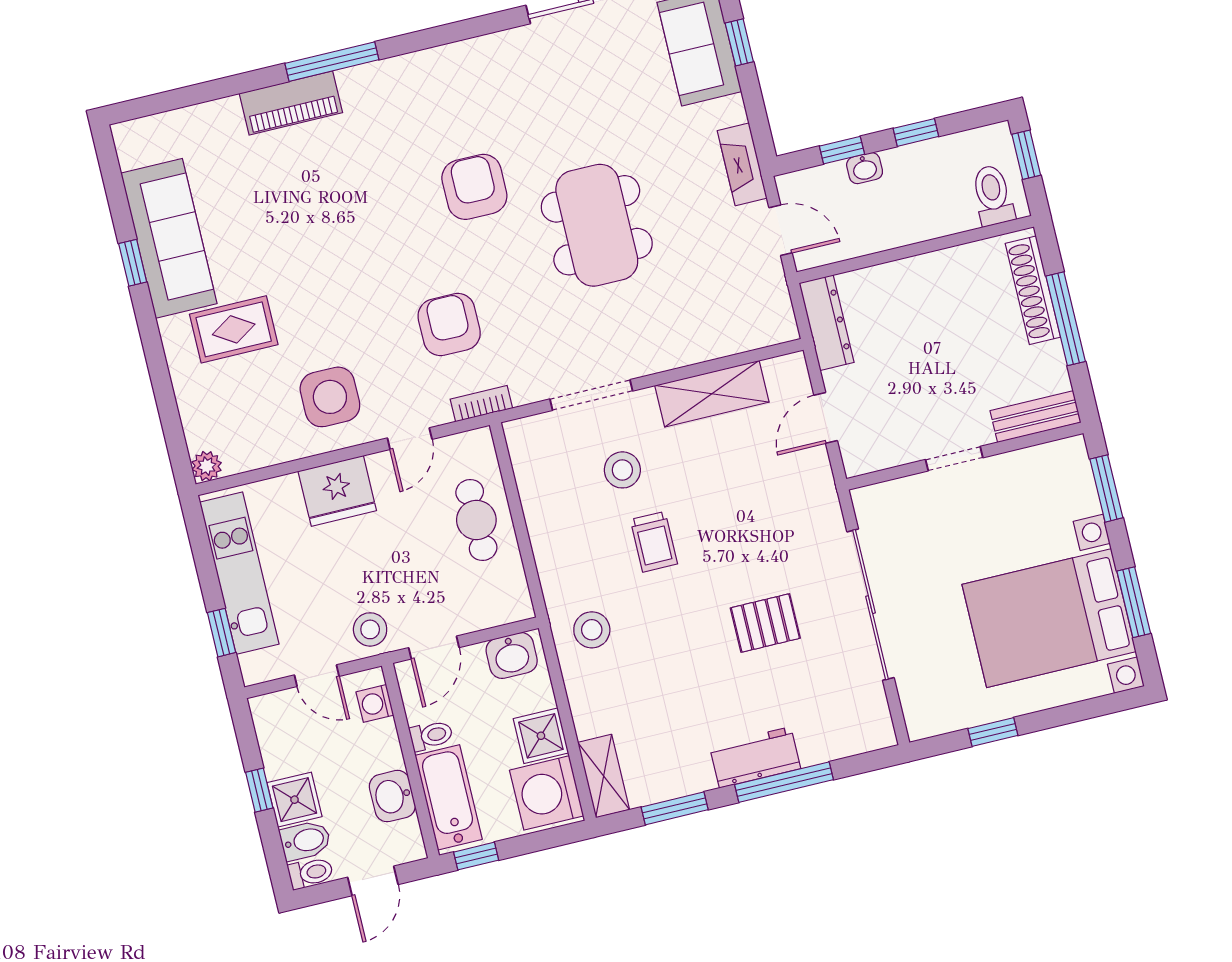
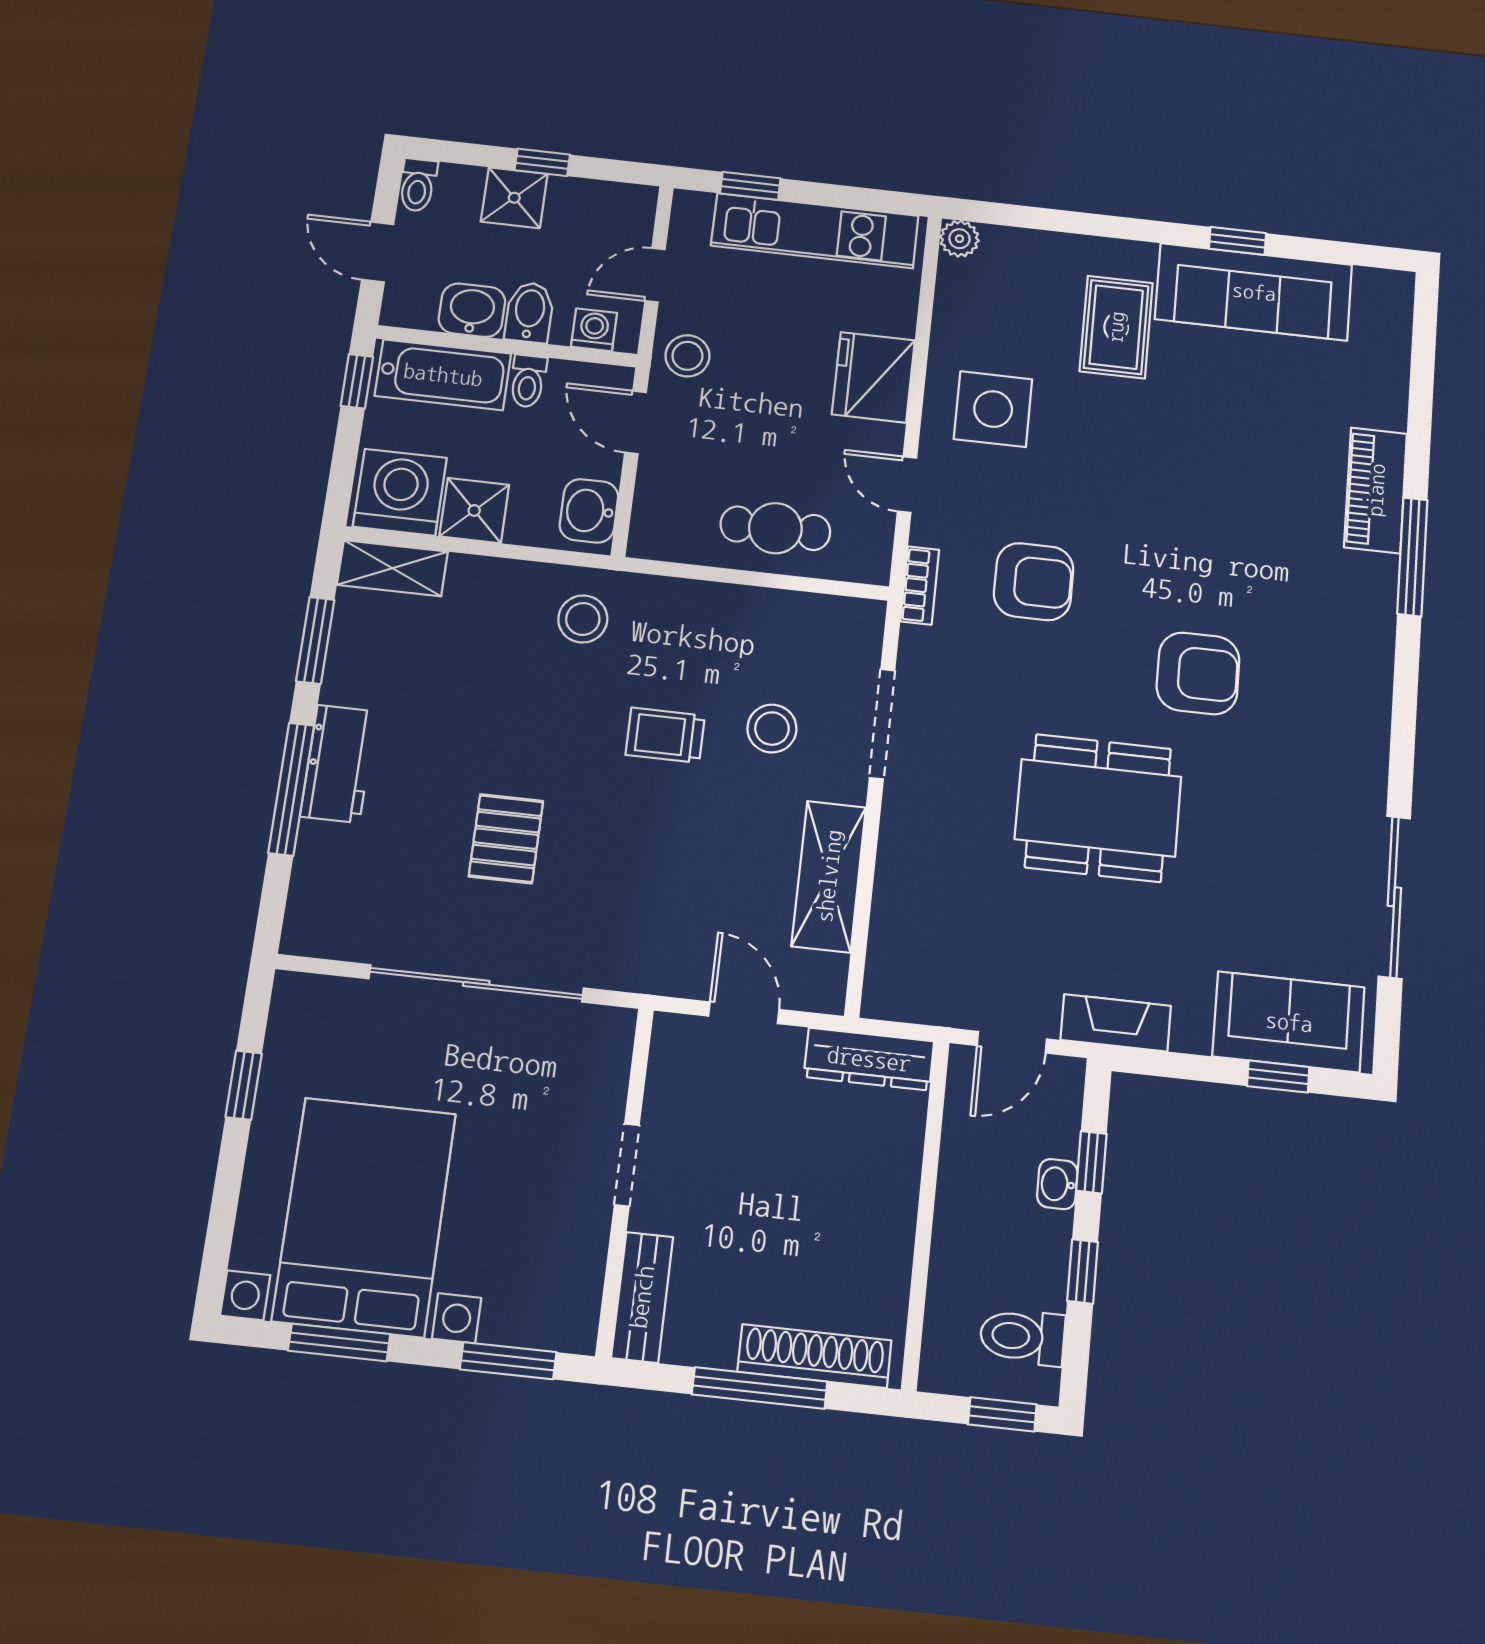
toilet: (993, 195) -> (1022, 1337), moved, turned 180
bidet: (305, 841) -> (529, 312), moved, turned 180

